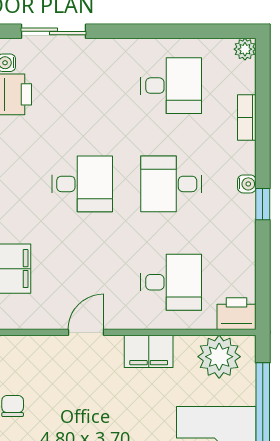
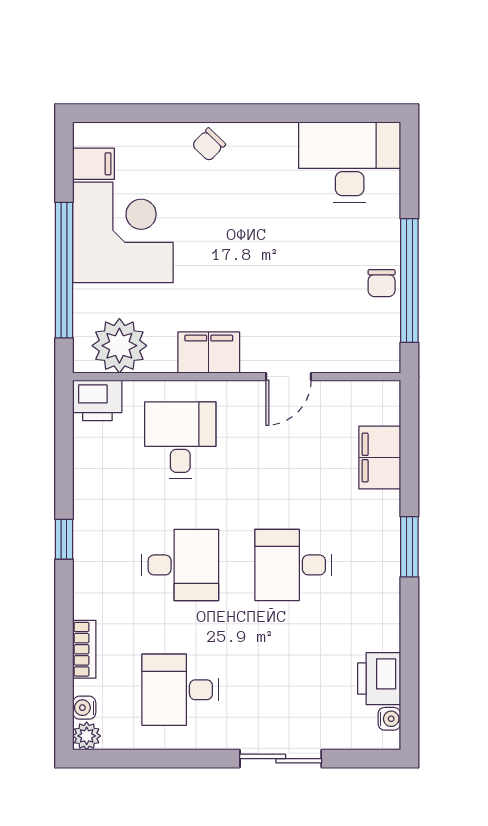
sliding door: (54, 31) -> (281, 759), moved
water cooler: (247, 184) -> (84, 708), moved
desk: (171, 282) -> (180, 440), turned 90

